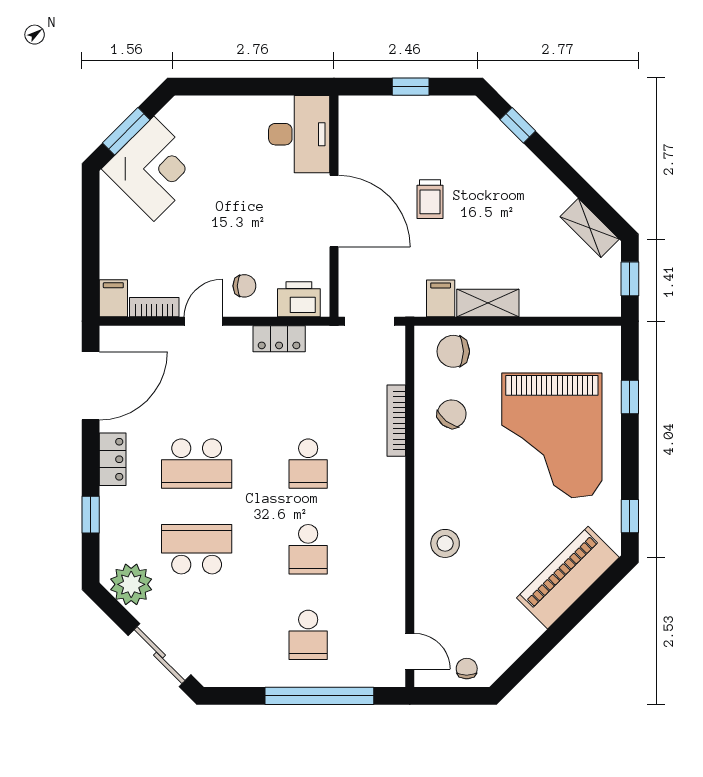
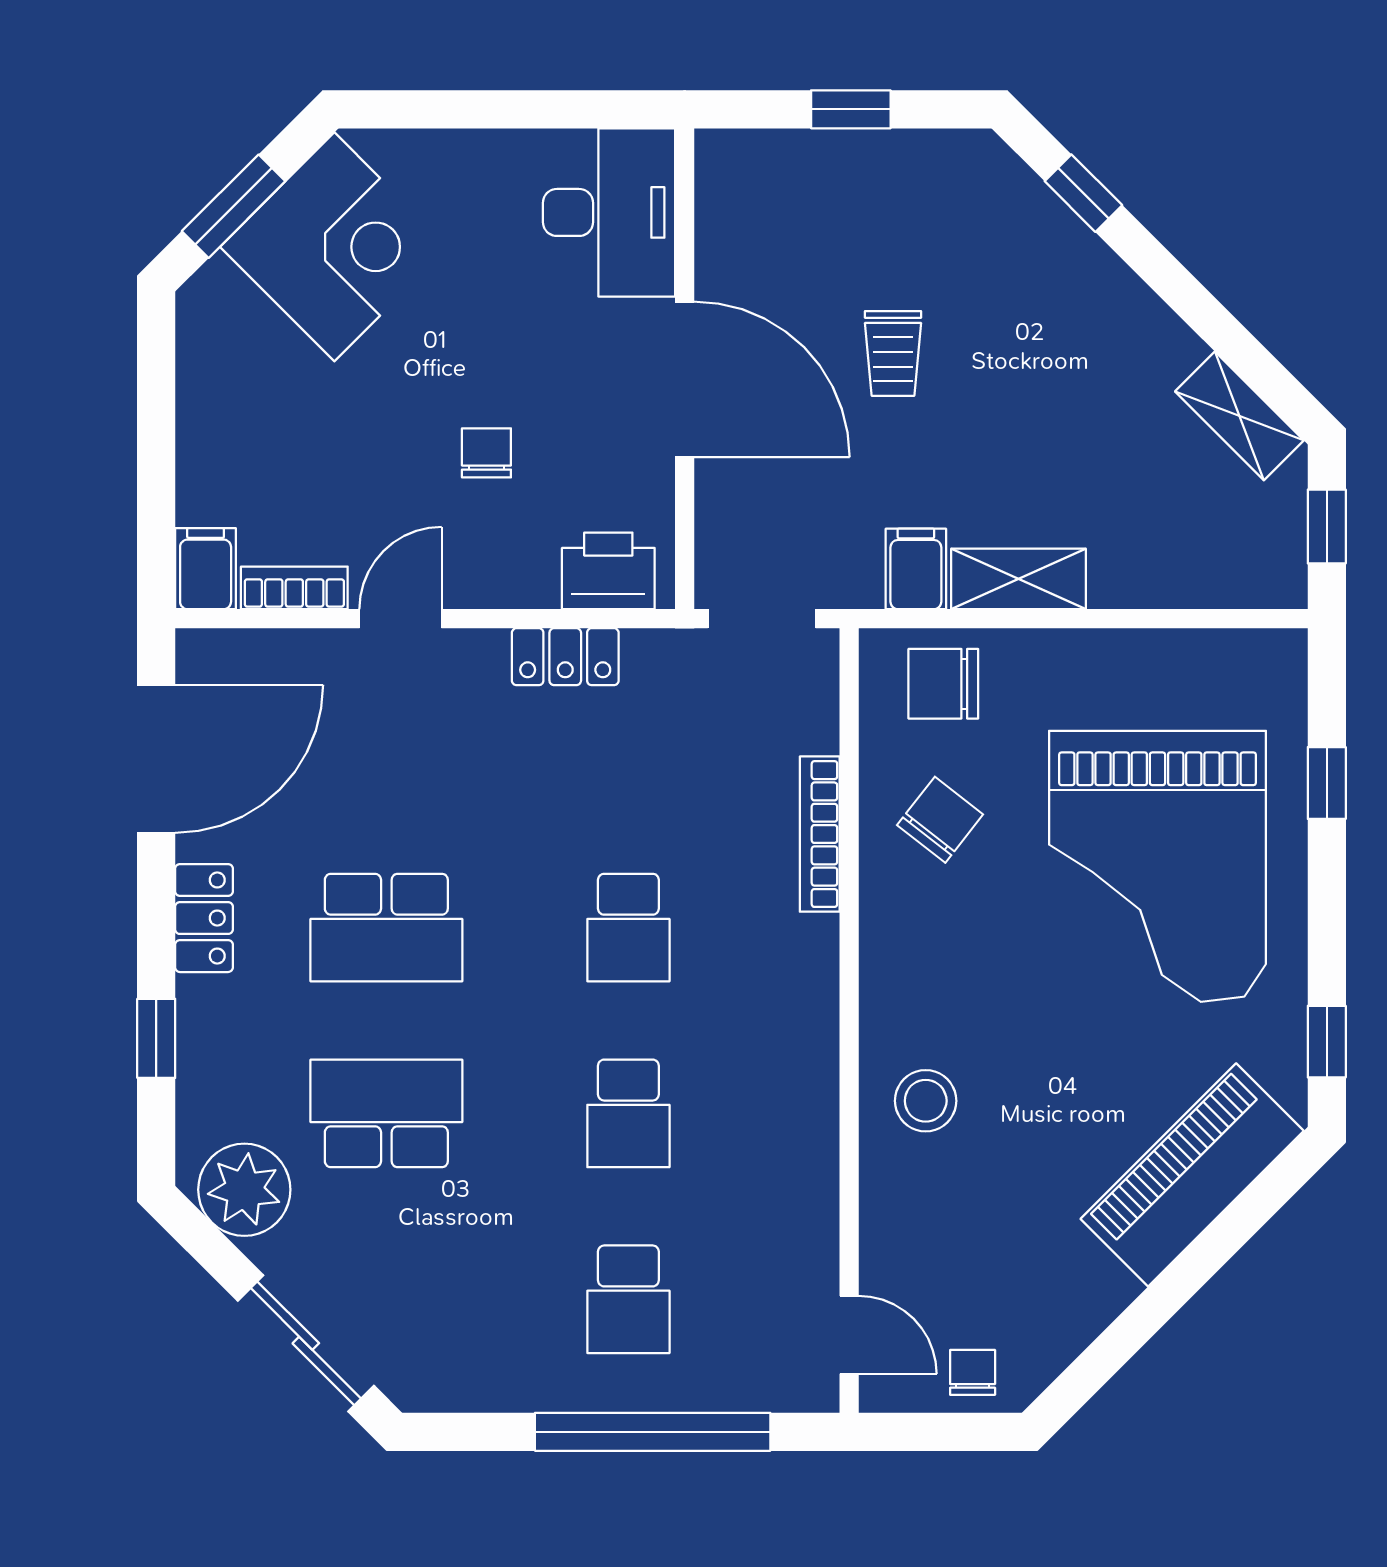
corner desk: (154, 169) -> (334, 247), moved
chair: (244, 286) -> (486, 453), moved, turned -90

